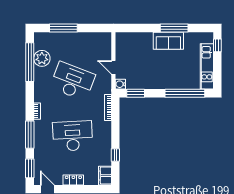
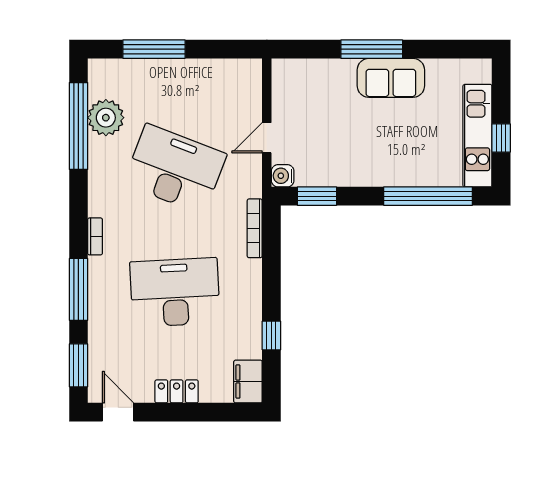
window: (174, 28) -> (372, 49), moved
window: (217, 45) -> (501, 138), moved
door: (113, 67) -> (267, 138), hinge flipped

